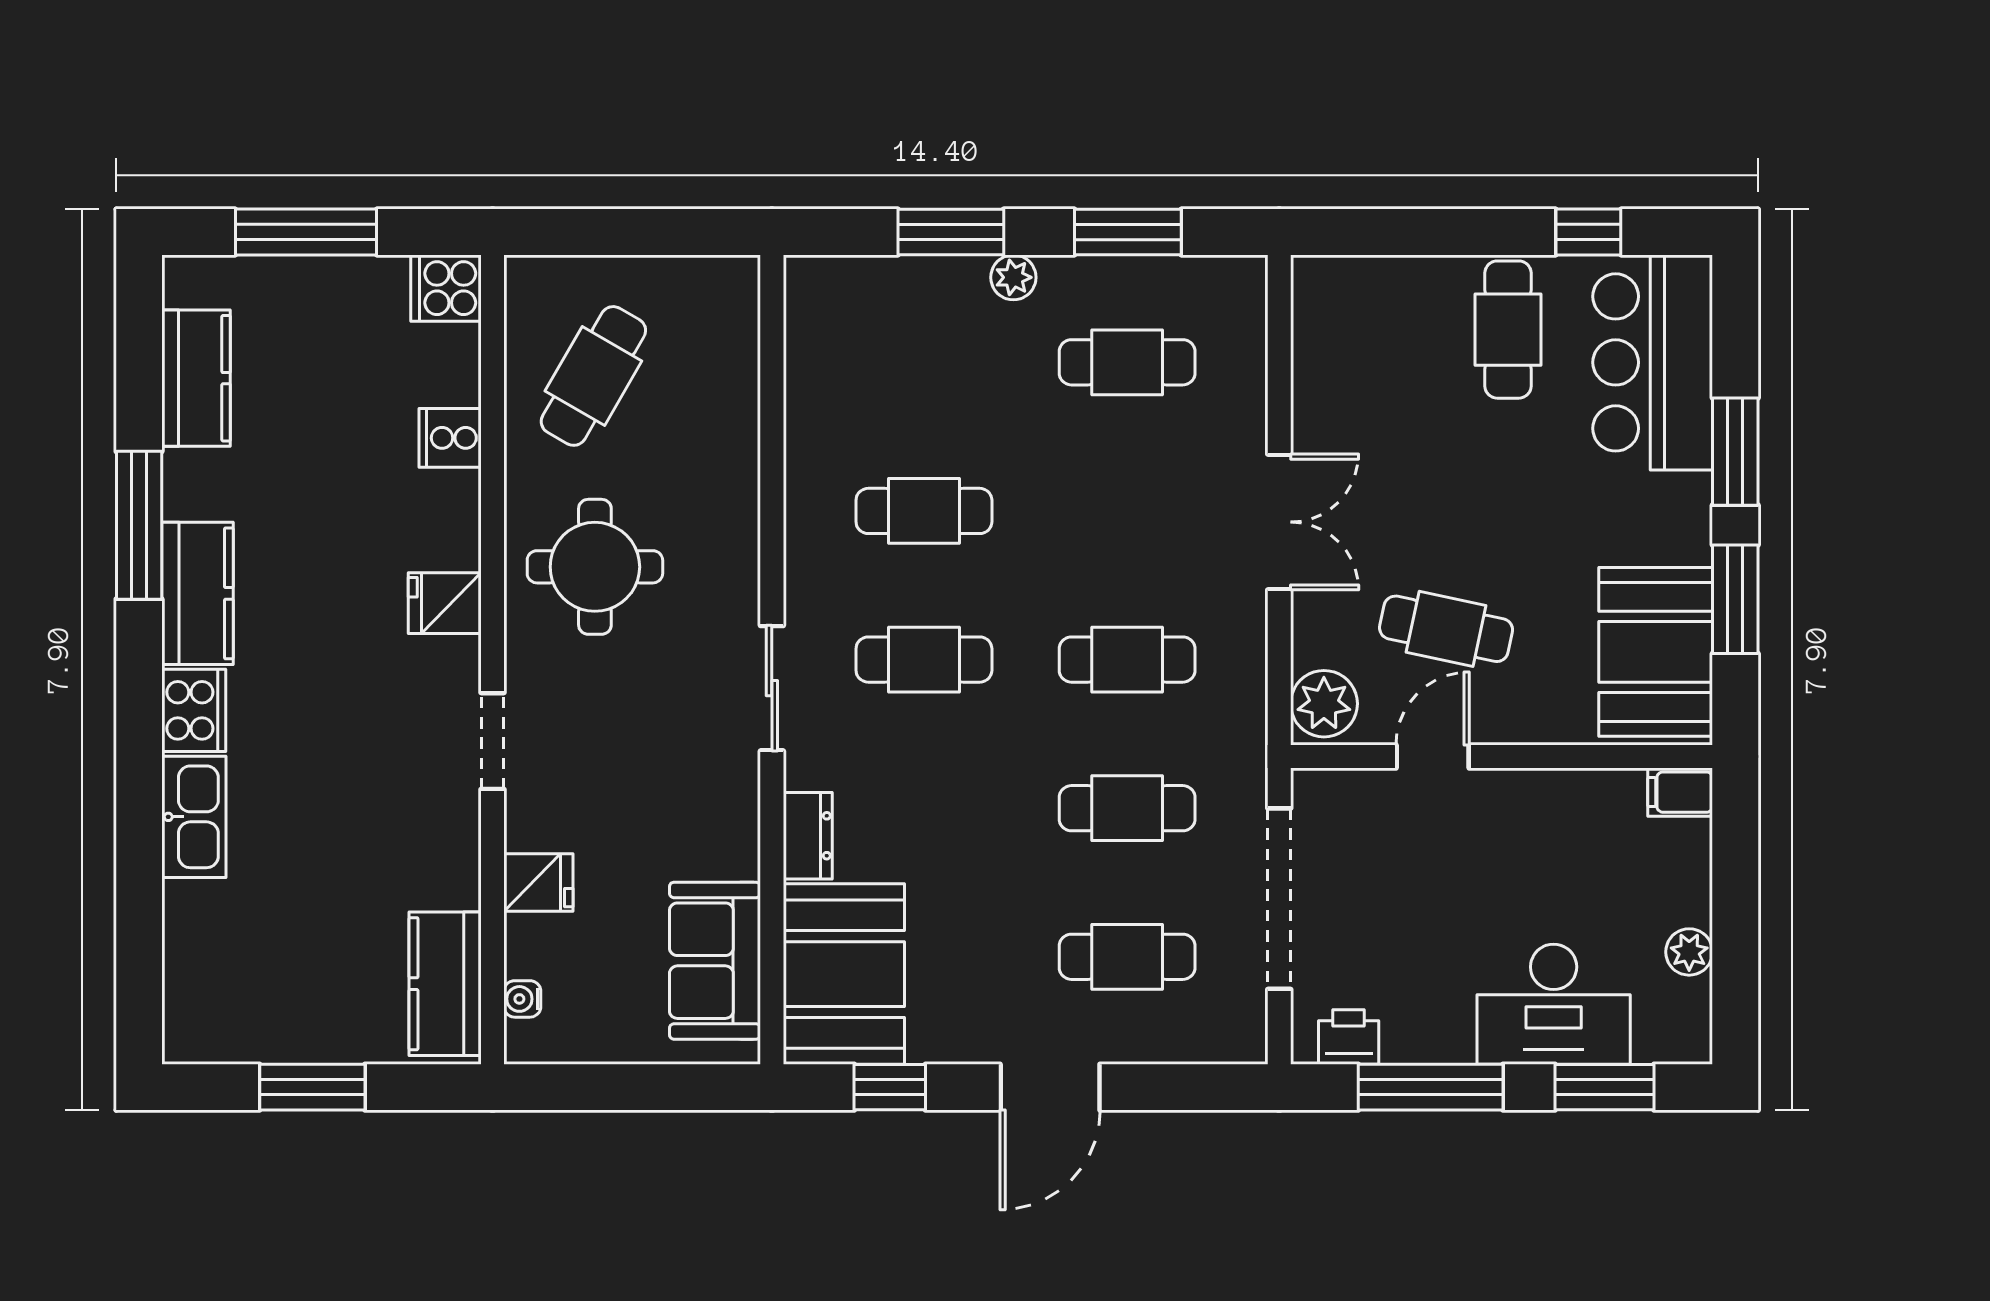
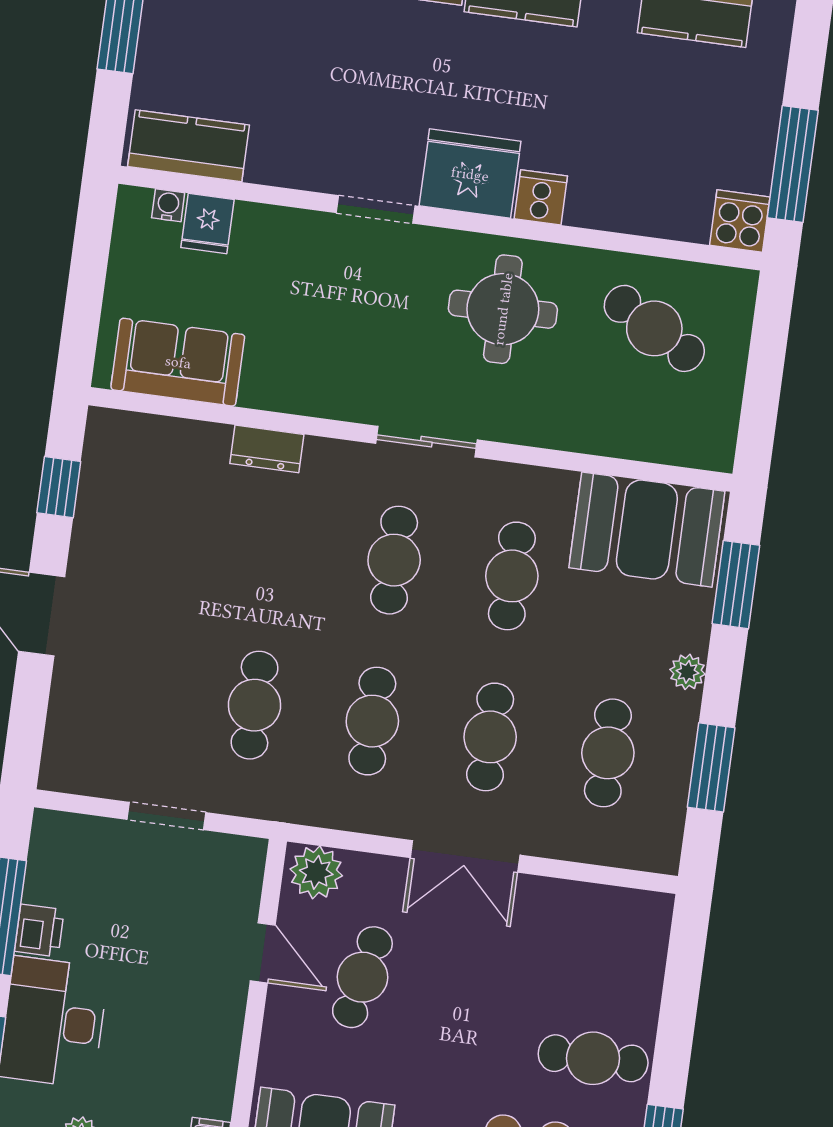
window: (306, 232) -> (793, 164), moved
window: (951, 232) -> (736, 585), moved
cooker: (450, 438) -> (541, 197), moved
fridge: (445, 603) -> (470, 174), width x1.88, depth x1.34
sliding door: (772, 688) -> (426, 442), moved
fridge: (538, 883) -> (208, 224), moved
doorway: (1279, 899) -> (166, 816), width x0.53
cafe table: (1127, 957) -> (490, 737), moved
booth: (844, 974) -> (647, 530), moved
printer: (1349, 1037) -> (39, 931), moved

